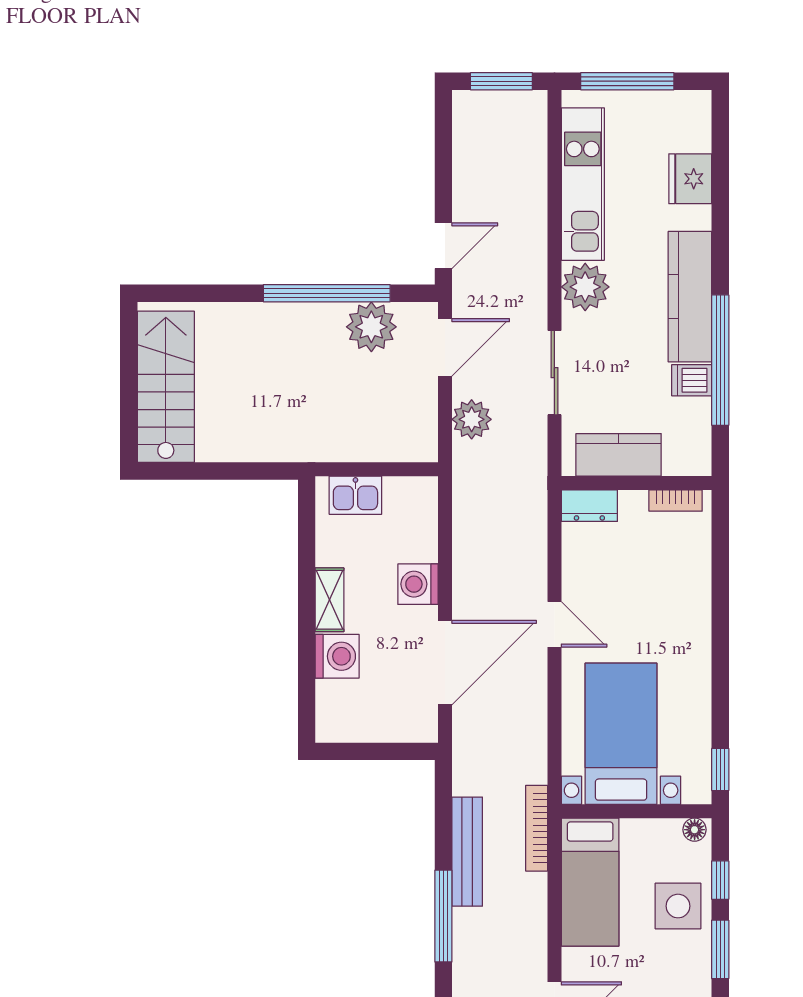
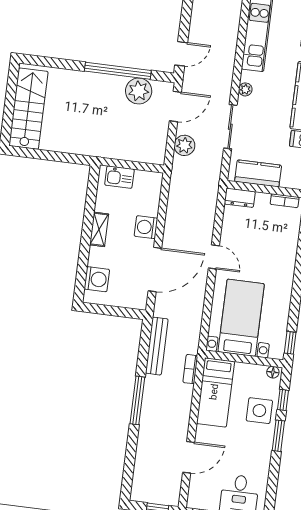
plant: (585, 287) -> (245, 89), width x0.53, depth x0.53
washing machine: (337, 656) -> (97, 279), moved
bookcase: (537, 828) -> (190, 369), width x0.64
bench: (467, 852) -> (157, 346), moved

